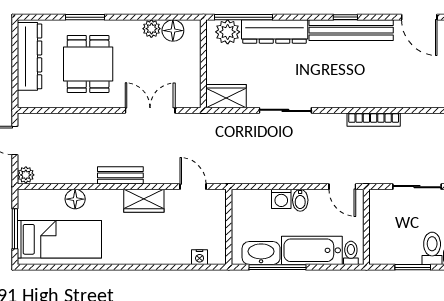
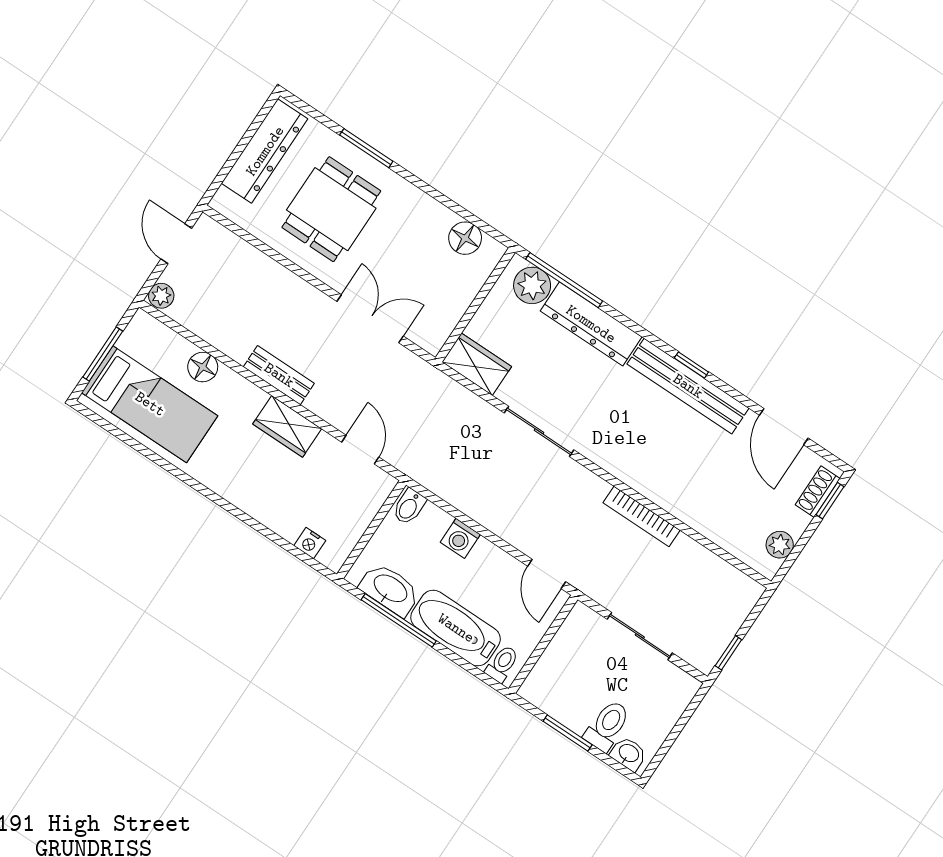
plant: (151, 29) -> (440, 218), removed
bidet: (300, 200) -> (409, 507), moved

